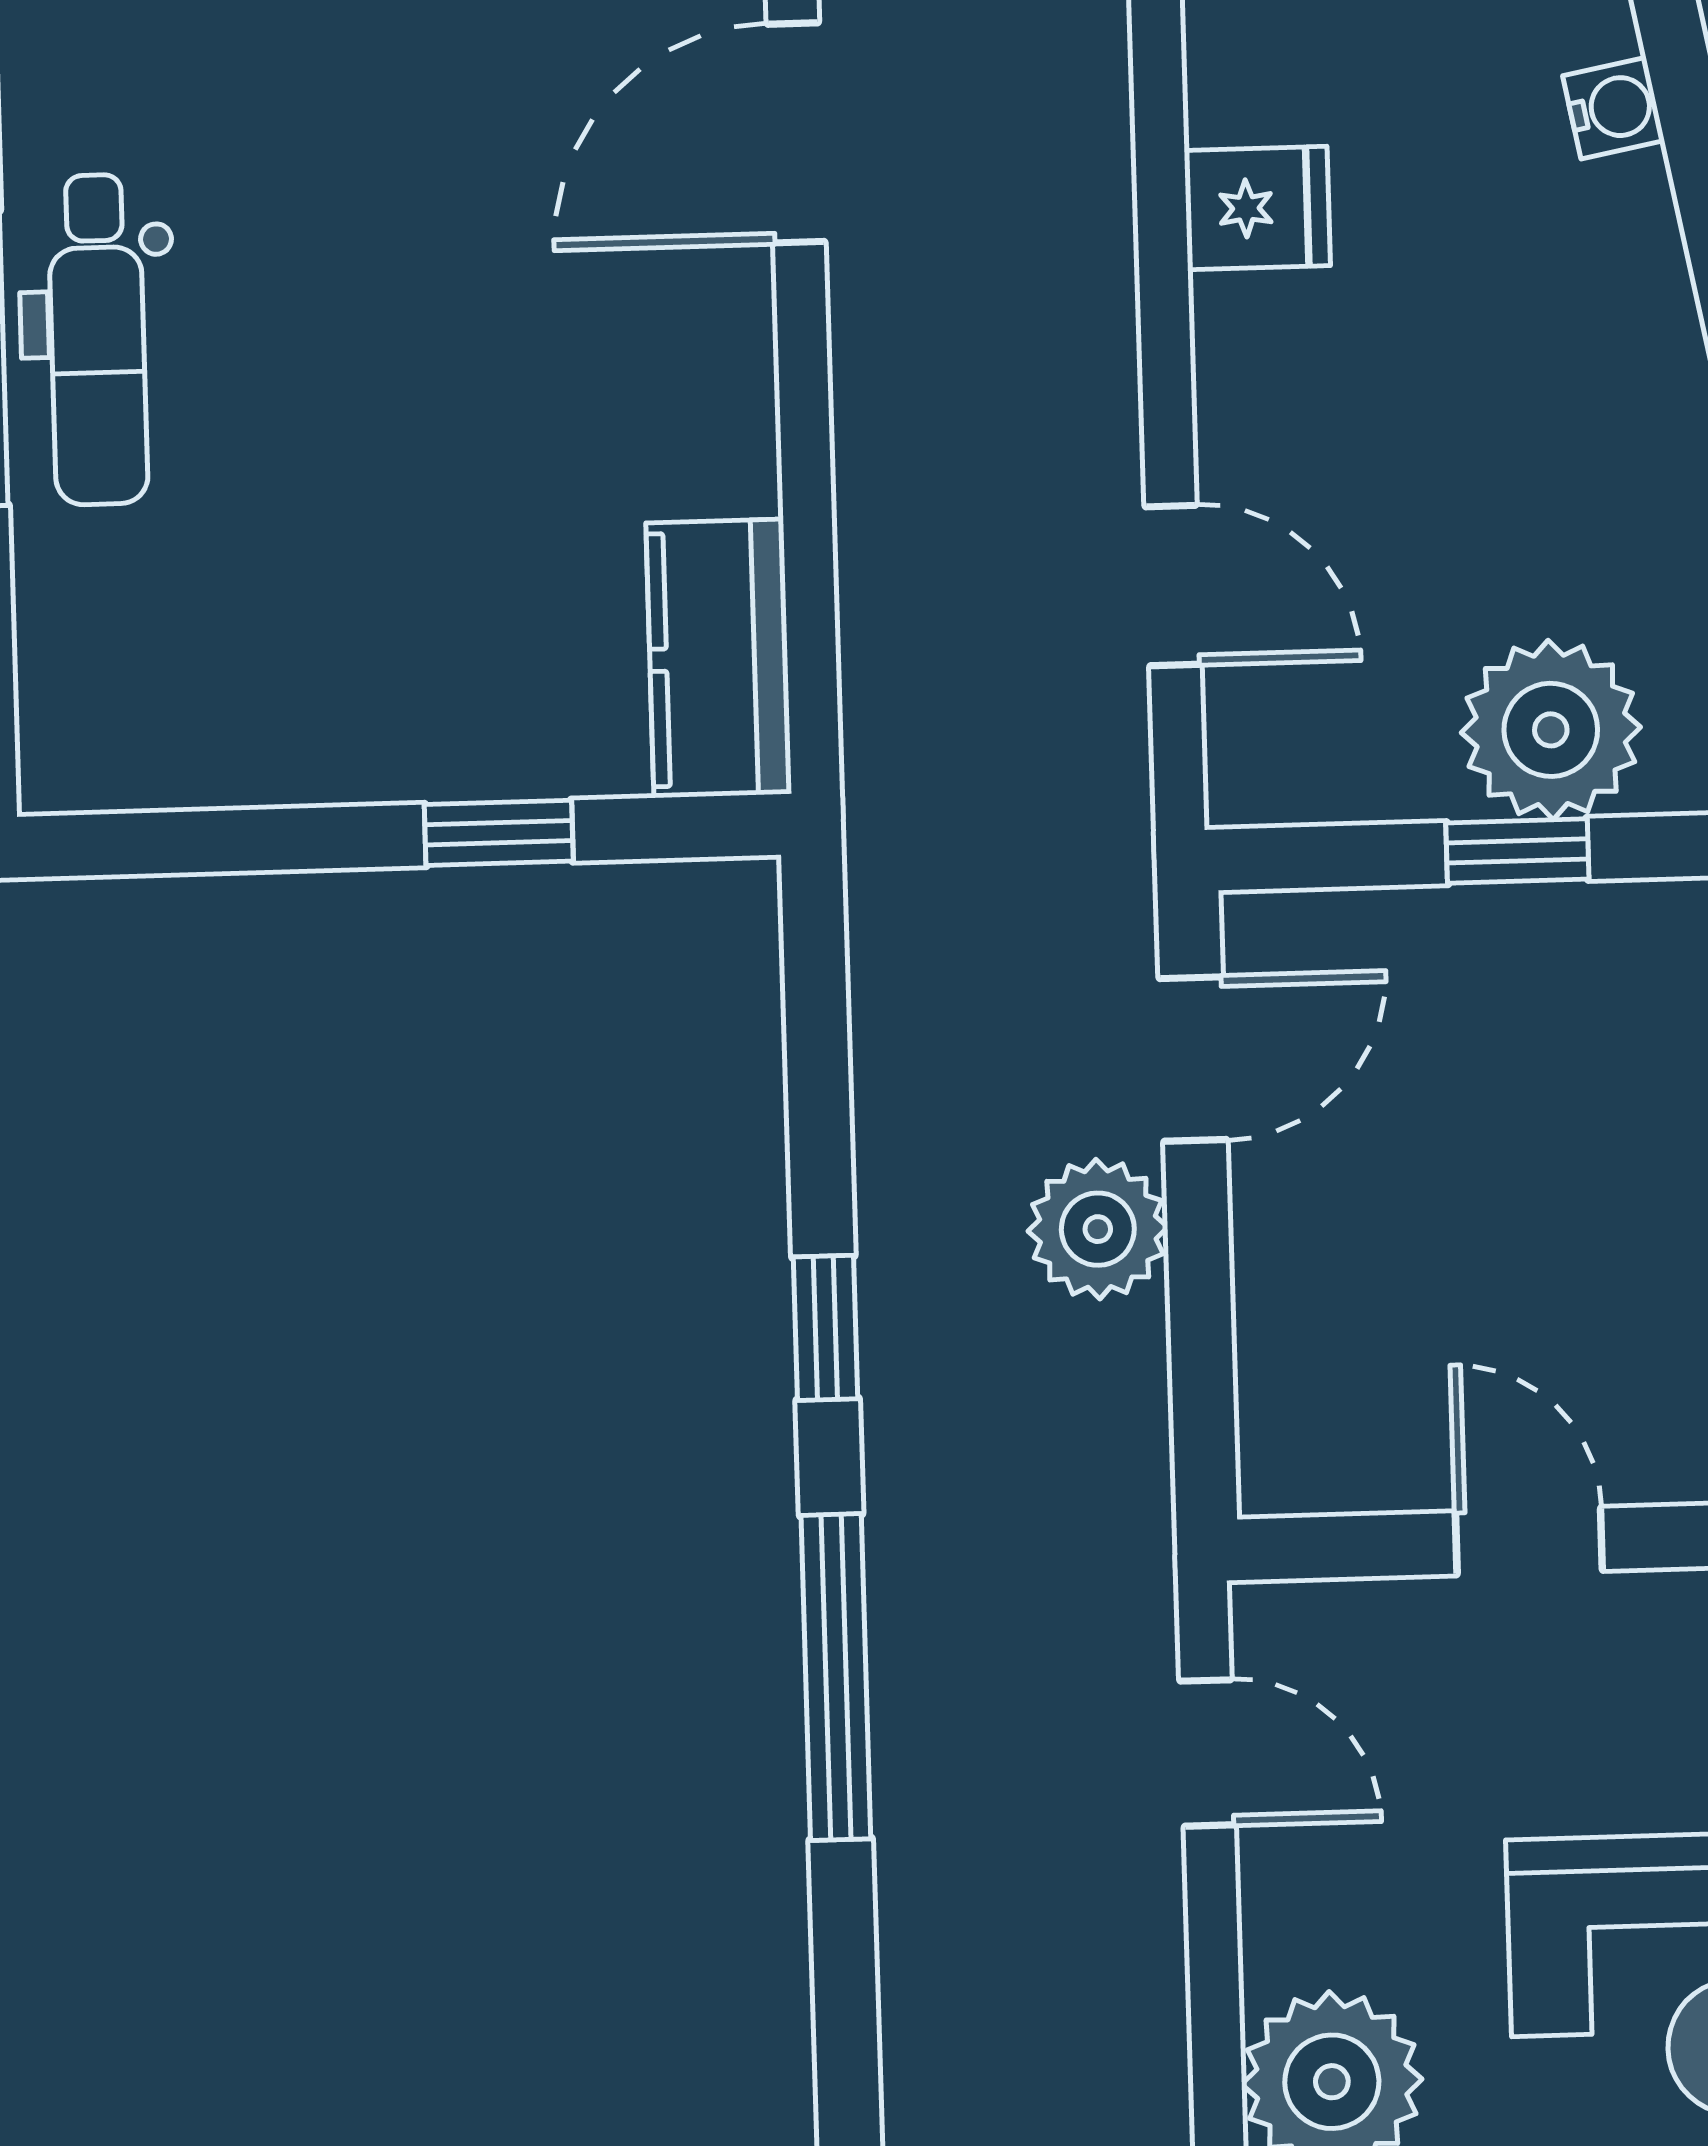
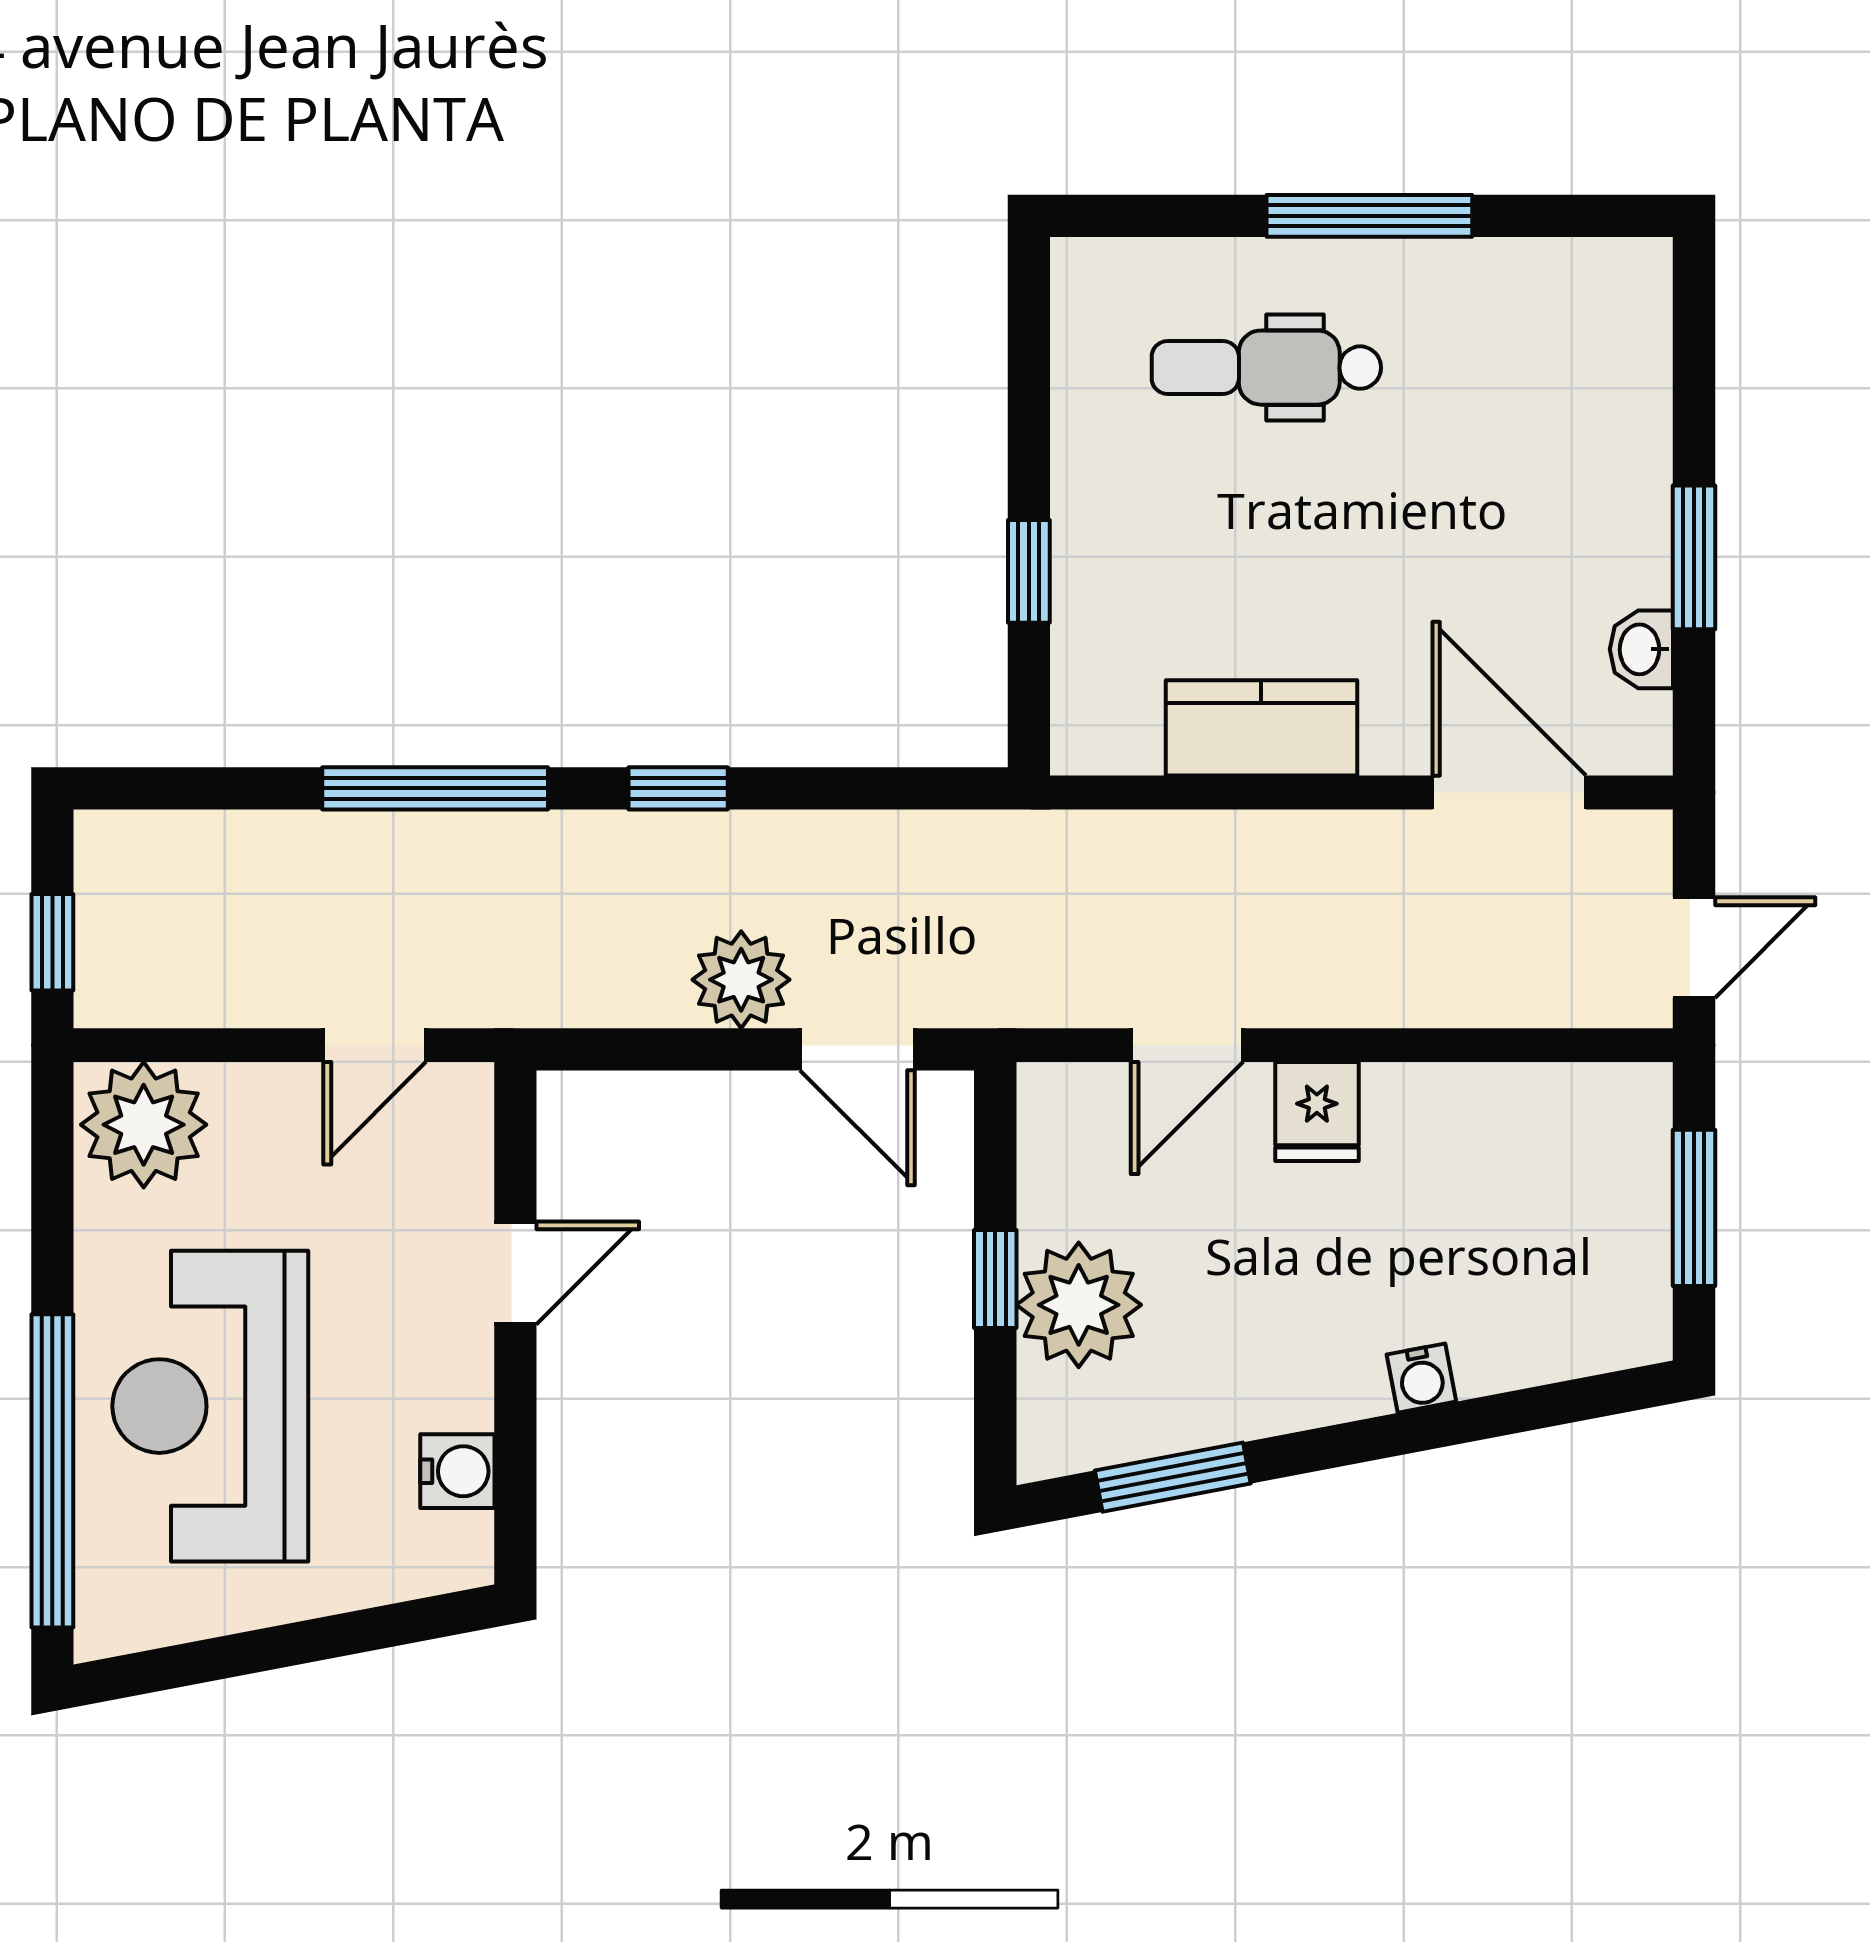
water cooler: (1614, 108) -> (1421, 1378), moved
fridge: (1257, 208) -> (1317, 1112), moved
dental chair: (98, 340) -> (1266, 368), moved
kitchen counter: (719, 658) -> (1261, 728), moved

